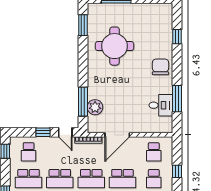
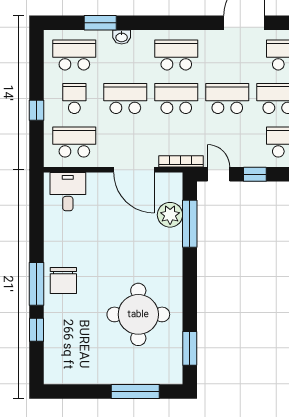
window: (177, 99) -> (36, 284), moved
desk: (161, 105) -> (68, 192), moved, turned 90
door: (117, 135) -> (134, 170), swing flipped
school desk: (154, 152) -> (74, 142), width x1.85

